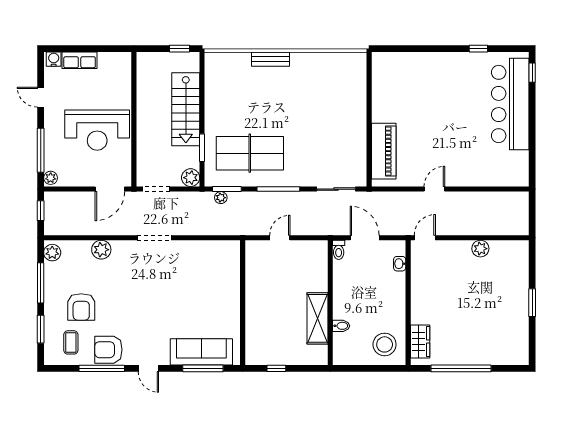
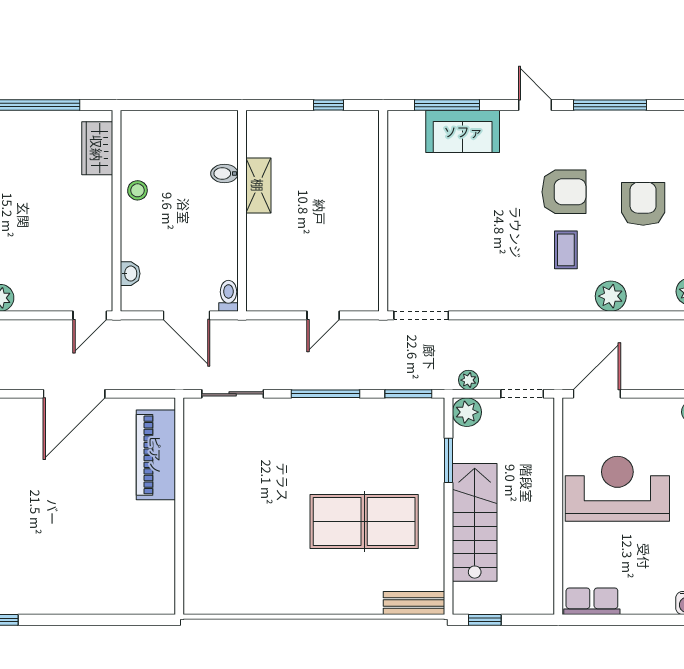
bench: (271, 59) -> (414, 603), moved
row of seats: (80, 60) -> (592, 601), moved
table tennis table: (250, 153) -> (364, 521), moved
door: (434, 189) -> (74, 394), width x1.88
plant: (221, 198) -> (469, 380), moved
doorway: (154, 238) -> (421, 315), moved
shelving: (317, 318) -> (258, 185), width x0.67, depth x0.75
coffee table: (71, 342) -> (566, 250), moved
stool: (385, 344) -> (137, 190), moved, width x0.53, depth x0.53
armchair: (108, 350) -> (564, 192), moved
sofa: (201, 352) -> (463, 131), width x0.73

